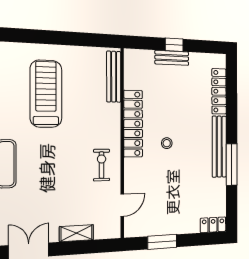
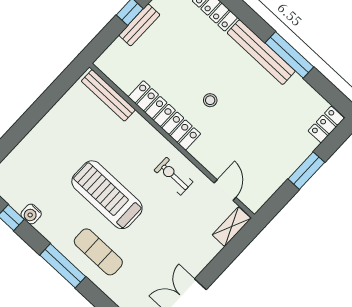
treadmill: (46, 94) -> (107, 195), moved
shelving: (76, 233) -> (232, 227), moved
window: (162, 242) -> (306, 171), moved

